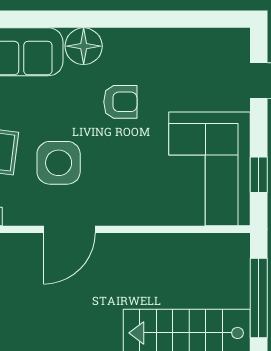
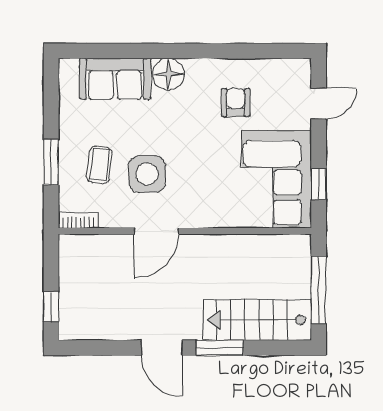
armchair: (120, 102) -> (236, 102), moved, turned -90

